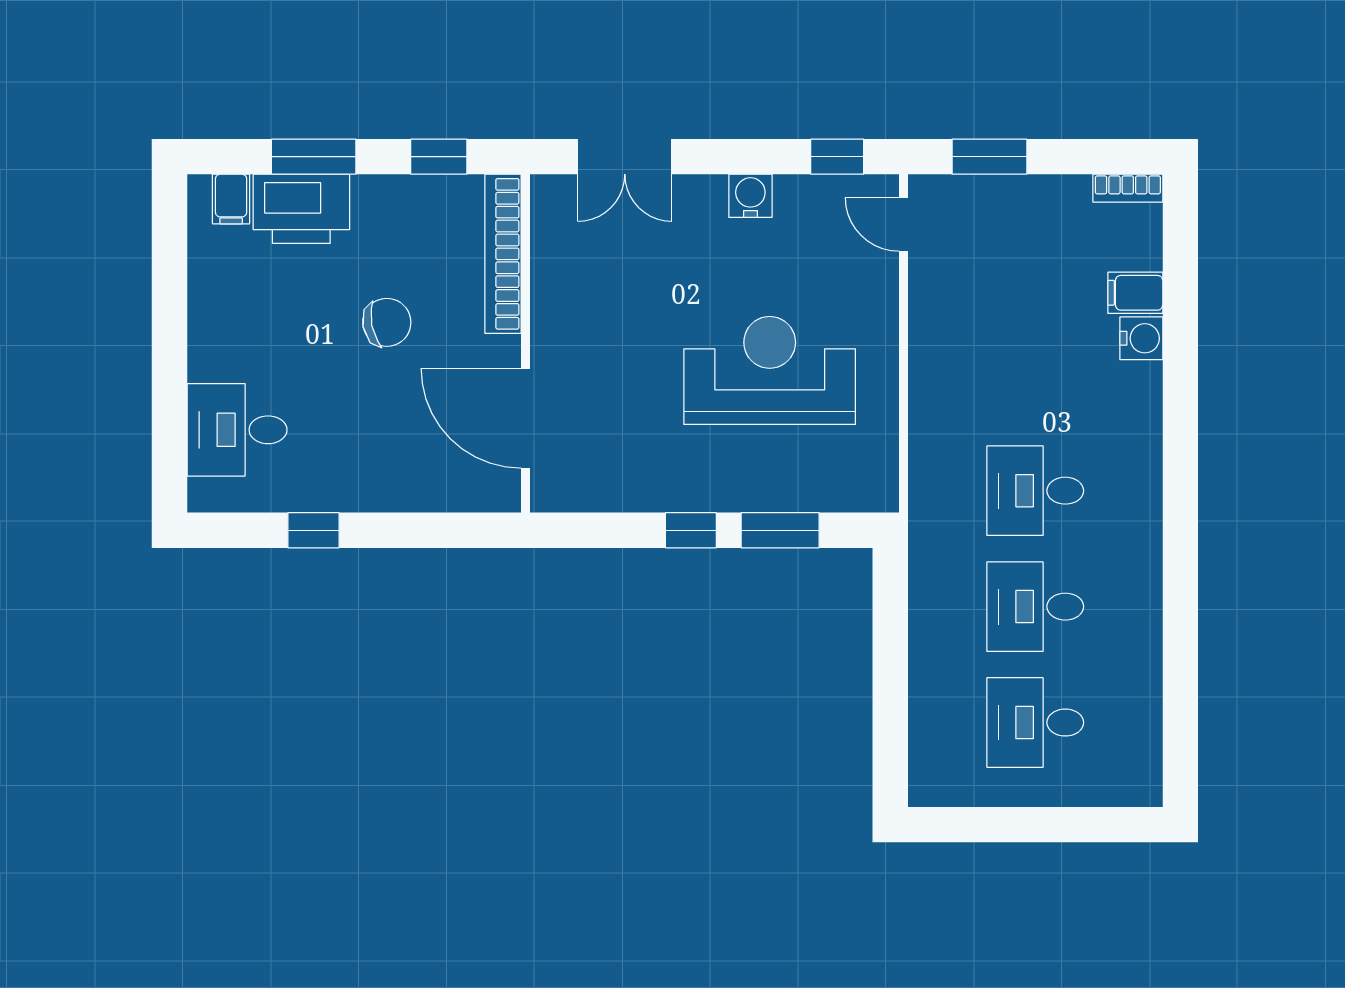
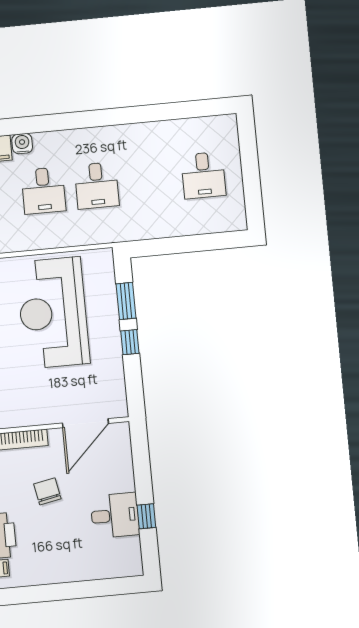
reception desk: (770, 370) -> (53, 313), width x1.36, depth x1.30
desk: (237, 430) -> (115, 515), moved, turned -90
desk: (1035, 607) -> (43, 191), moved

